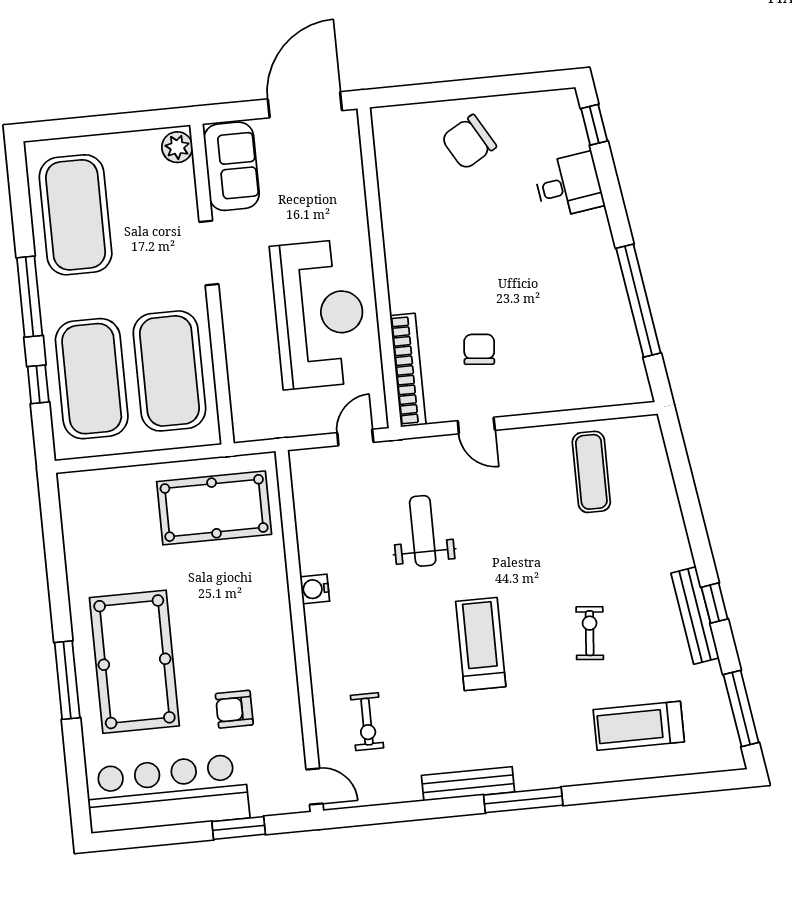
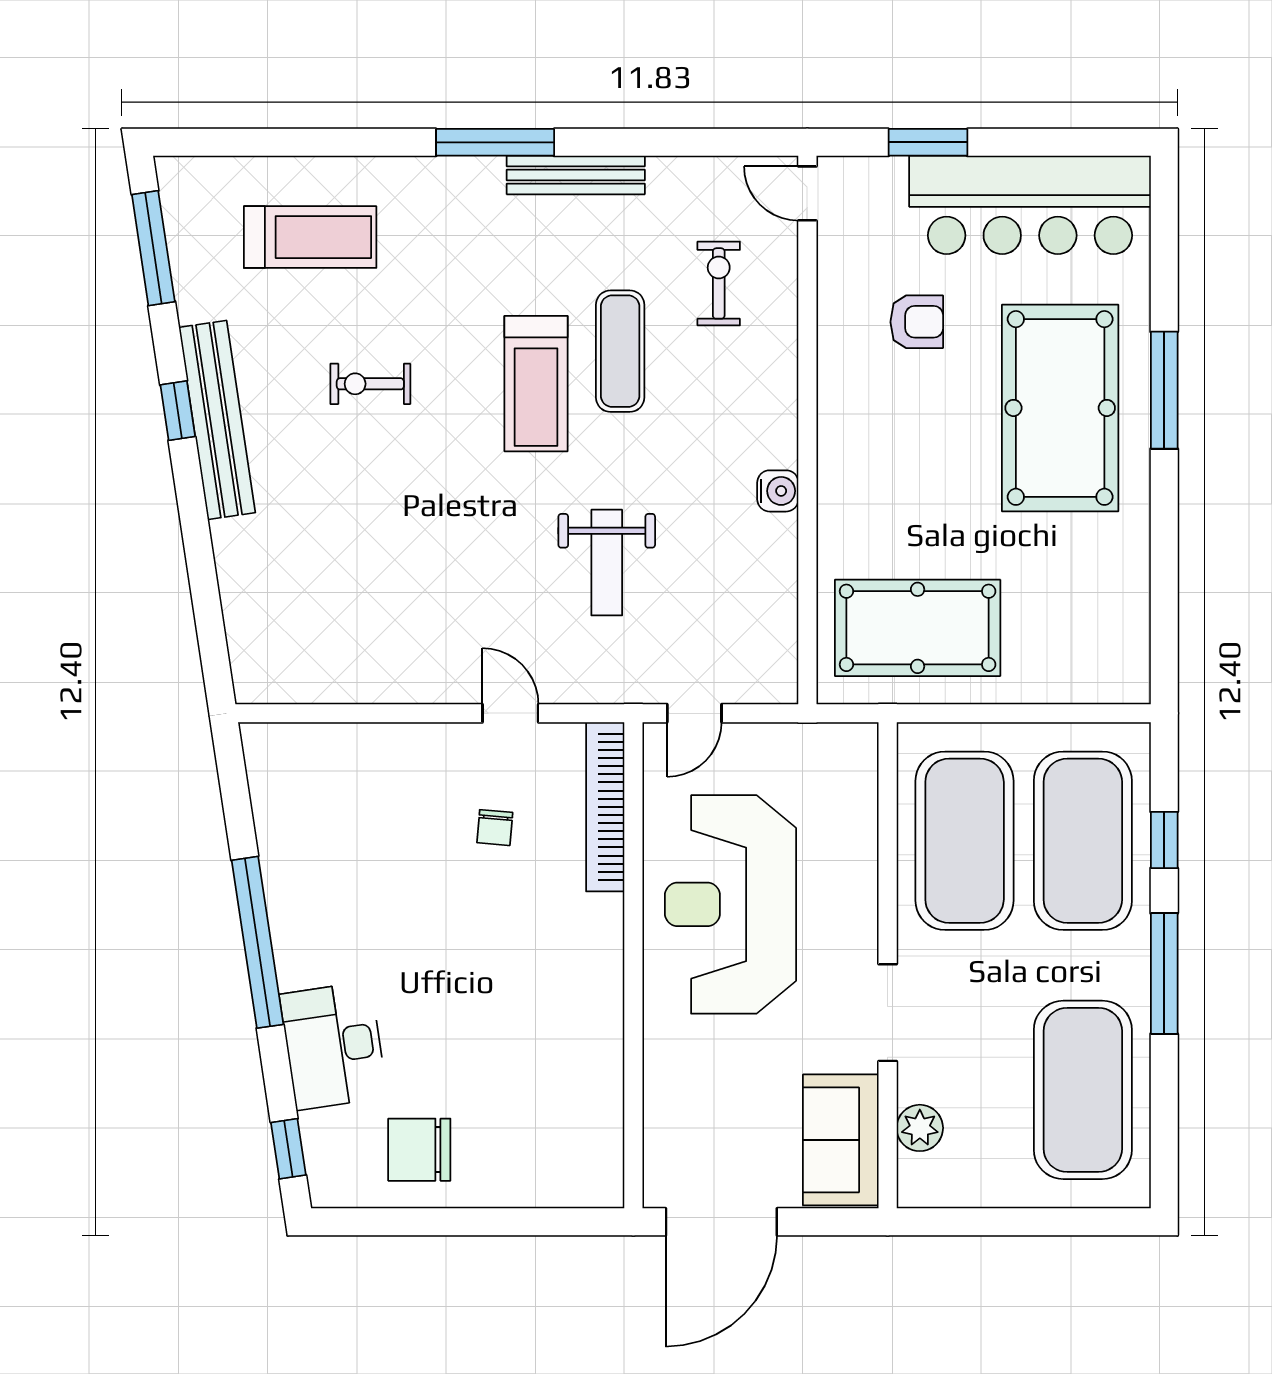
chair: (469, 142) -> (419, 1150), moved, turned -150
plant: (177, 147) -> (920, 1128), moved
desk: (569, 185) -> (333, 1046), width x1.37
window: (638, 301) -> (257, 942), moved
chair: (479, 349) -> (495, 828), width x0.73, depth x0.73
exercise mat: (591, 472) -> (620, 351), moved
bench: (695, 616) -> (217, 420), width x1.37, depth x1.21
exercise bike: (590, 633) -> (370, 384), turned 85

